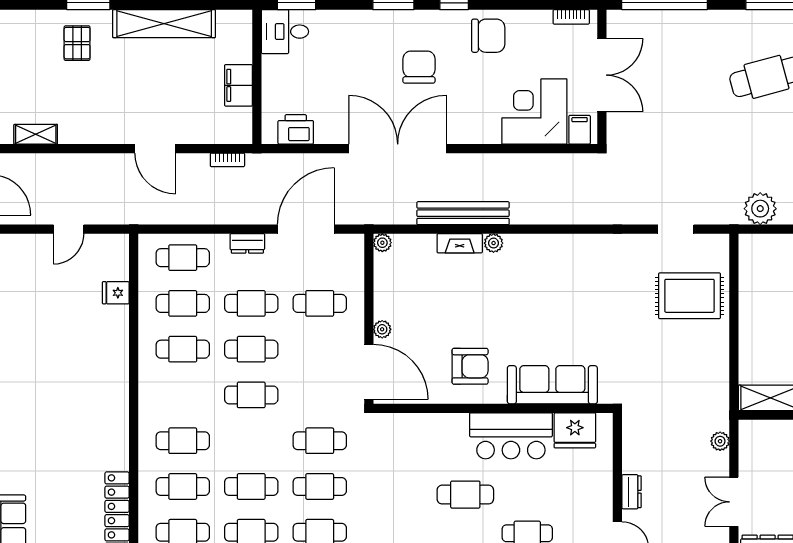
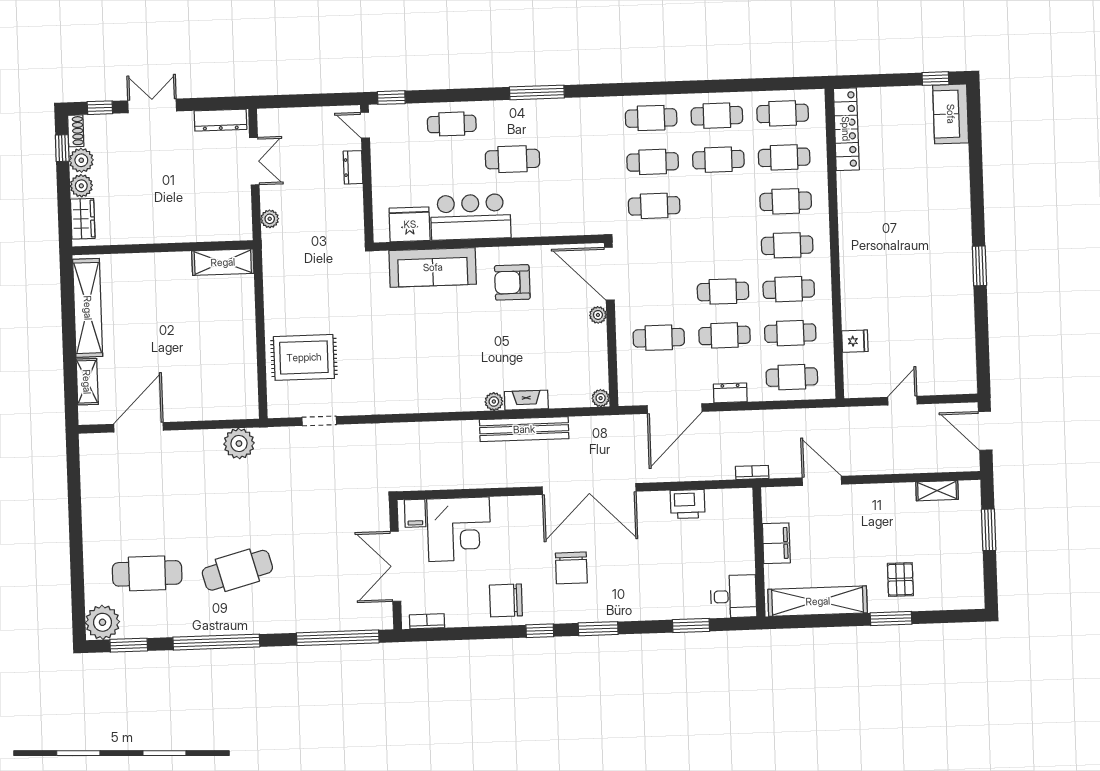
desk: (285, 32) -> (733, 596), moved
wall: (257, 77) -> (759, 552), moved
filing cabinet: (238, 85) -> (776, 543), moved
cafe table: (251, 395) -> (787, 245), moved

